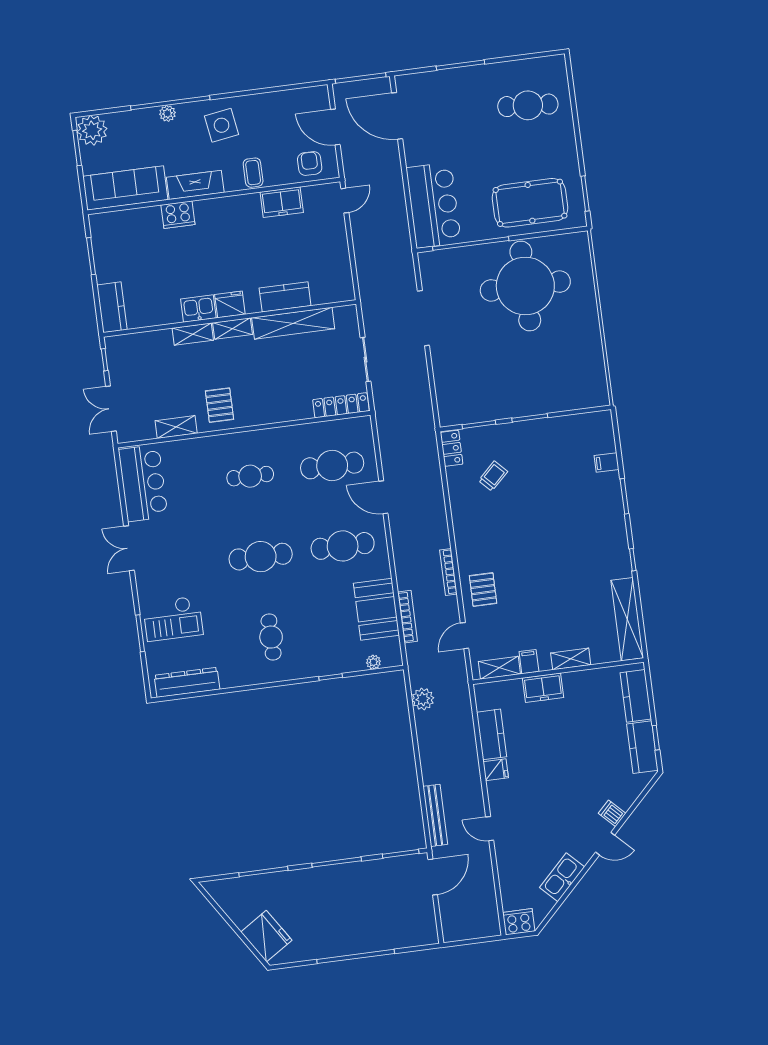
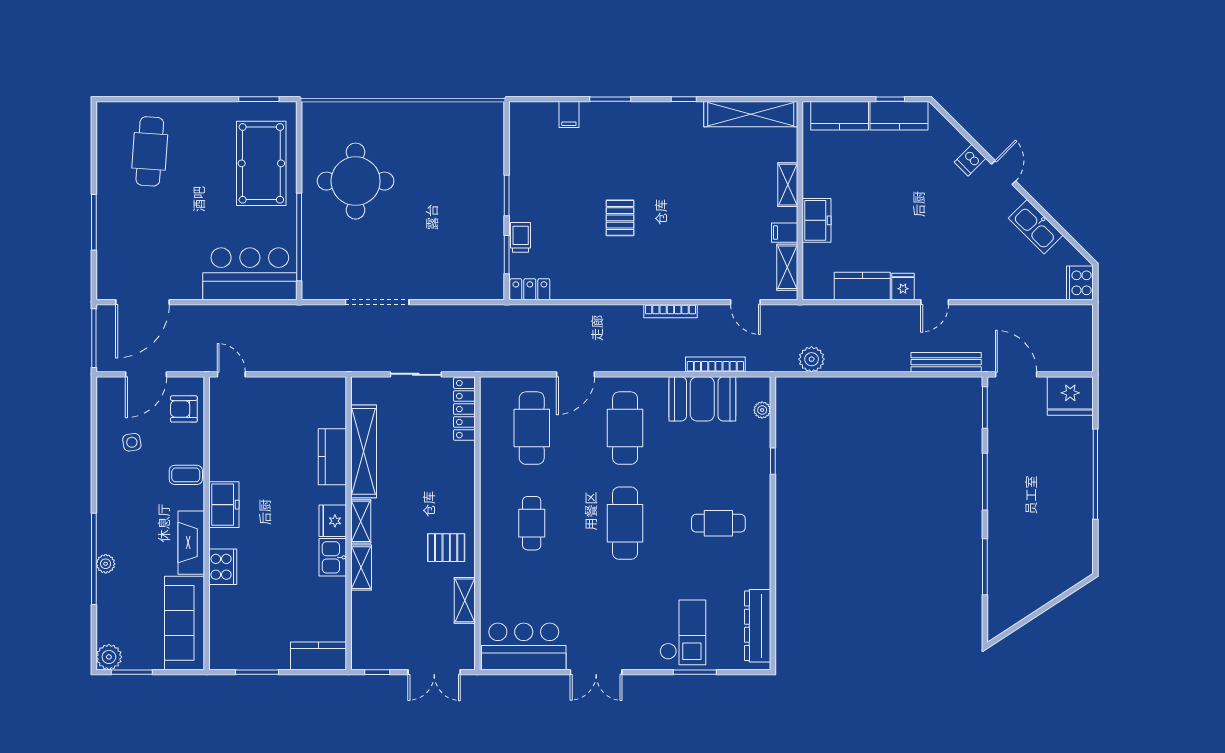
side table: (222, 125) -> (132, 442), moved, width x0.54, depth x0.54
plant: (92, 130) -> (109, 657), width x0.73, depth x0.73
freezer: (282, 202) -> (224, 505), moved
round table: (525, 286) -> (356, 181), width x0.73, depth x0.73
trolley: (493, 476) -> (521, 237), moved, turned 44
pallet: (483, 590) -> (620, 218), moved, turned 90
door: (490, 829) -> (935, 302), moved
fridge: (266, 936) -> (1070, 396), moved, turned -147

